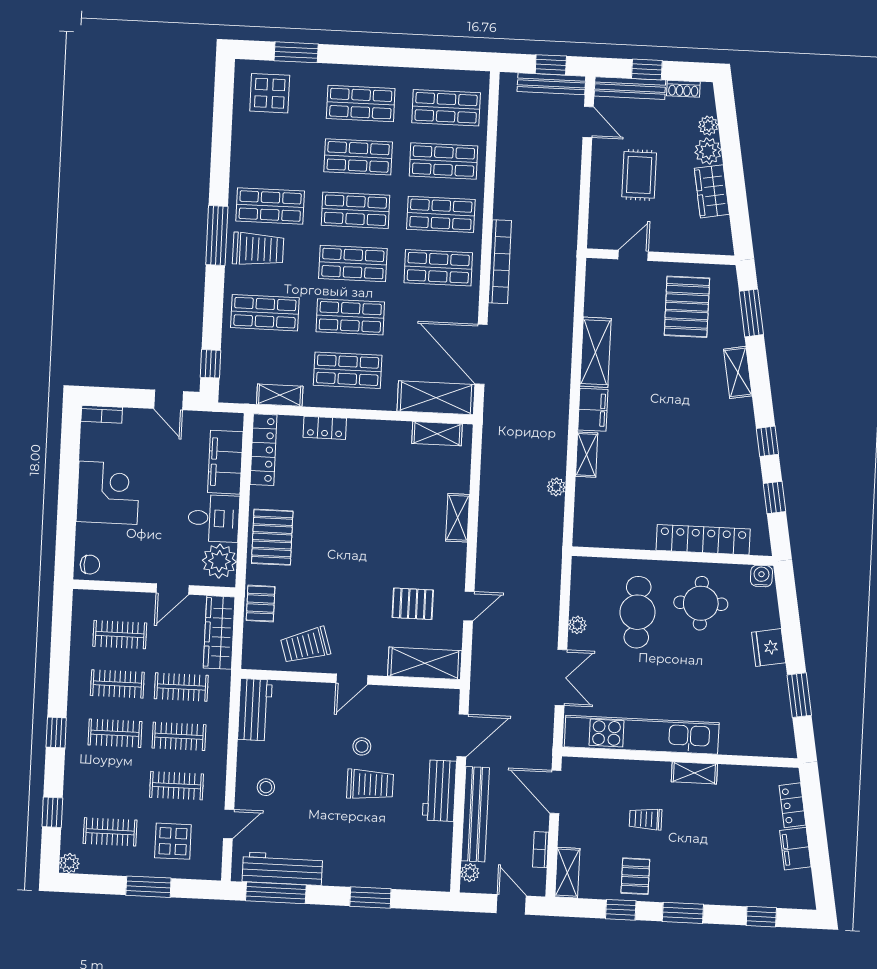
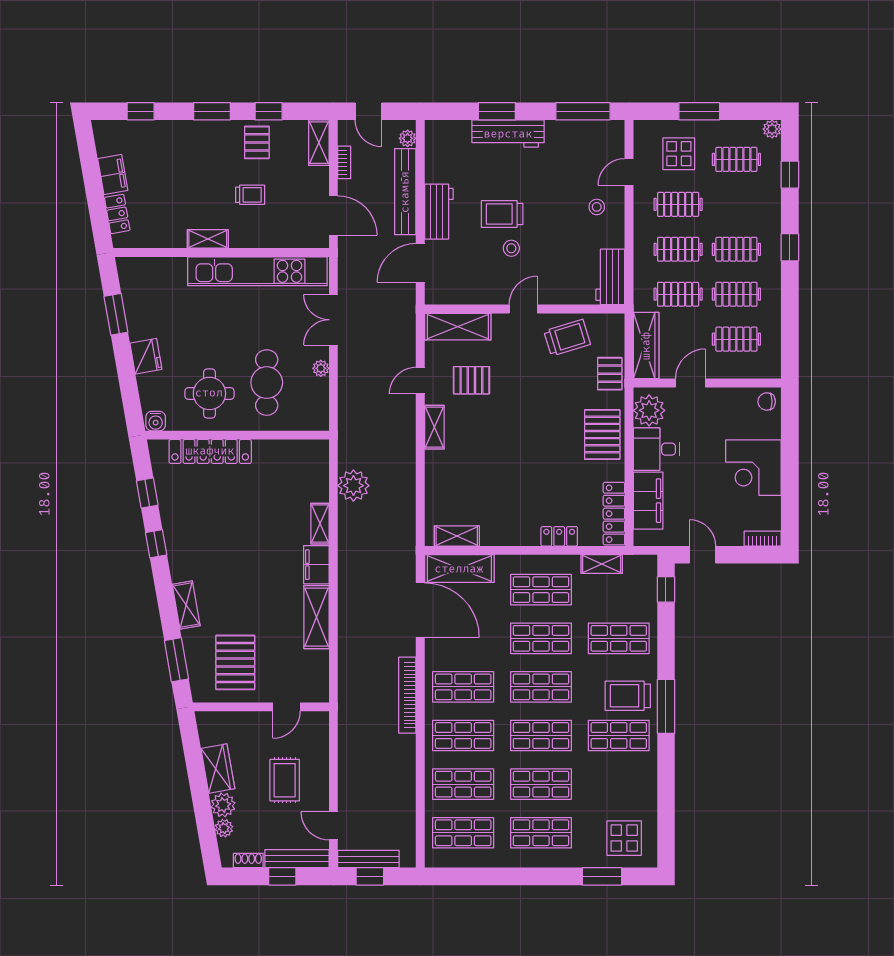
plant: (556, 487) -> (353, 486), width x1.88, depth x1.88
shelving: (458, 518) -> (434, 427), moved
workbench: (282, 869) -> (508, 134), moved

